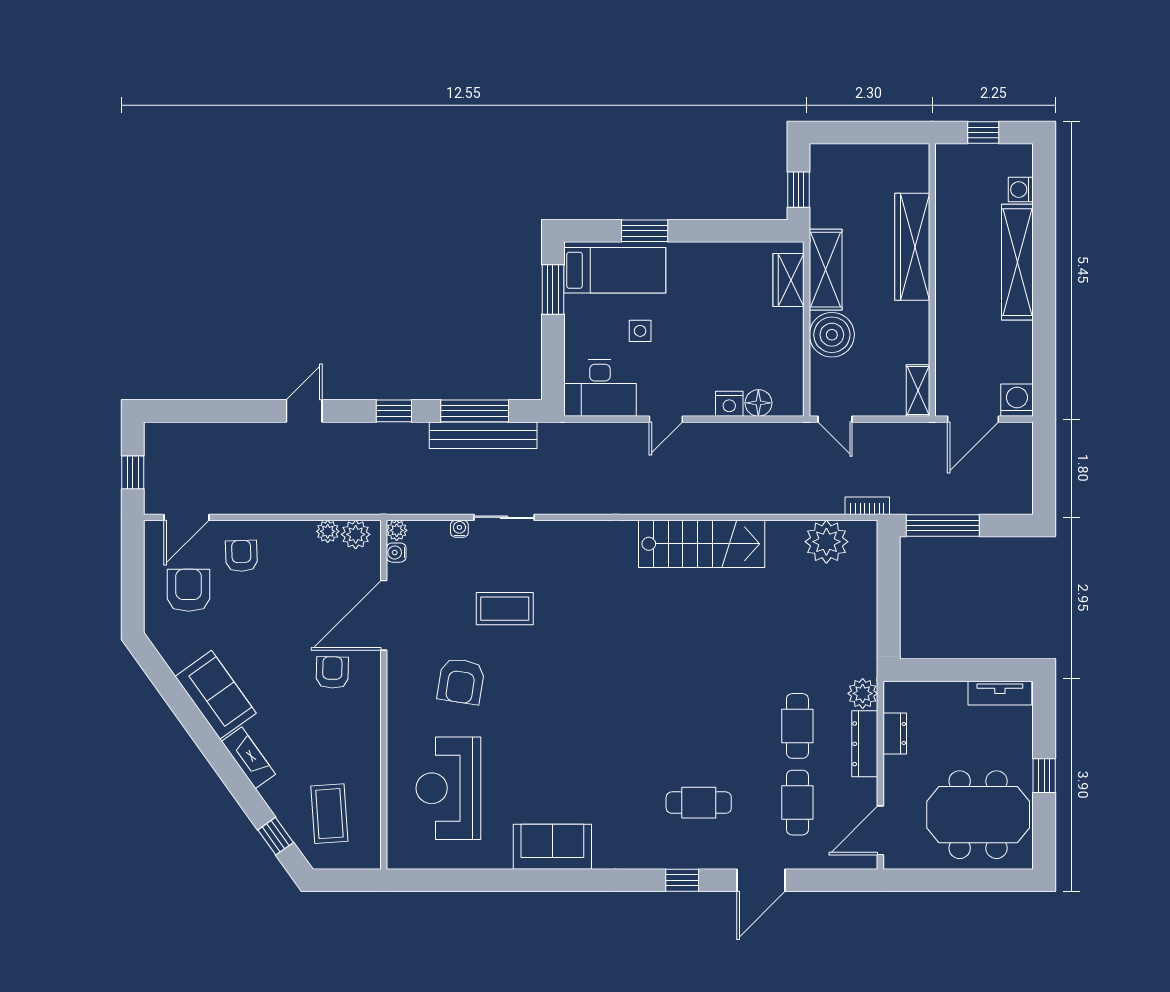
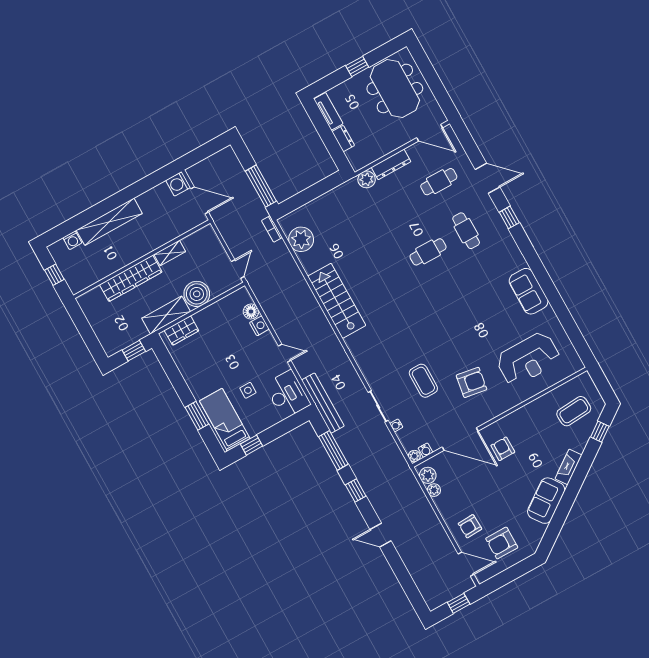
window: (553, 290) -> (251, 445), width x0.67
shelving: (918, 390) -> (170, 253), moved
bench: (483, 435) -> (323, 403), moved
armchair: (332, 672) -> (503, 449), turned 89
cafe table: (797, 726) -> (428, 252), moved
dresser: (895, 734) -> (343, 138), moved, turned 90

